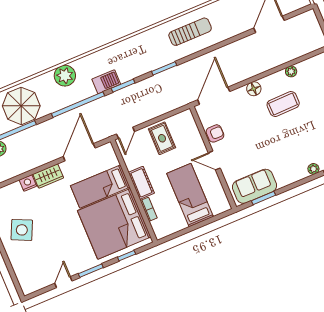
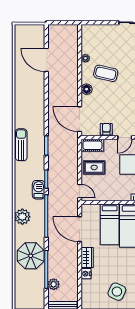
sun lounger: (190, 32) -> (21, 145), moved
coffee table: (283, 104) -> (106, 73), turned -76
cot: (141, 183) -> (92, 145), moved

